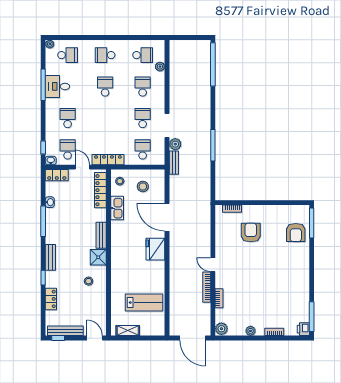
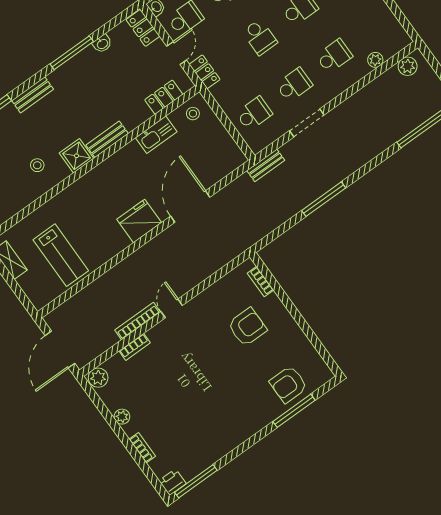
school desk: (143, 55) -> (260, 37), moved
plant: (175, 144) -> (408, 66), moved
locker: (108, 160) -> (205, 72), width x0.66
stool: (143, 186) -> (207, 148), removed
locker: (100, 190) -> (164, 97), width x0.66
window: (312, 223) -> (294, 411), moved

